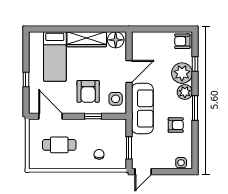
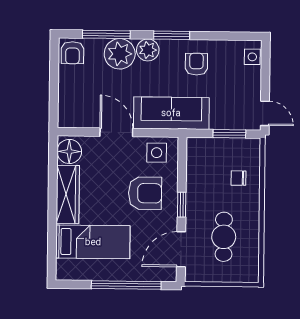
window: (195, 64) -> (106, 34), width x2.17
window: (26, 79) -> (126, 285), width x3.17
window: (93, 116) -> (182, 205), moved

